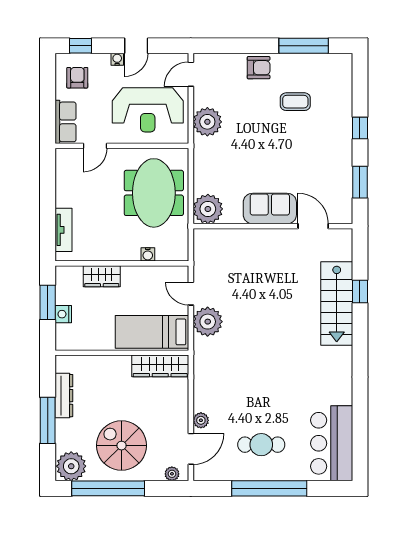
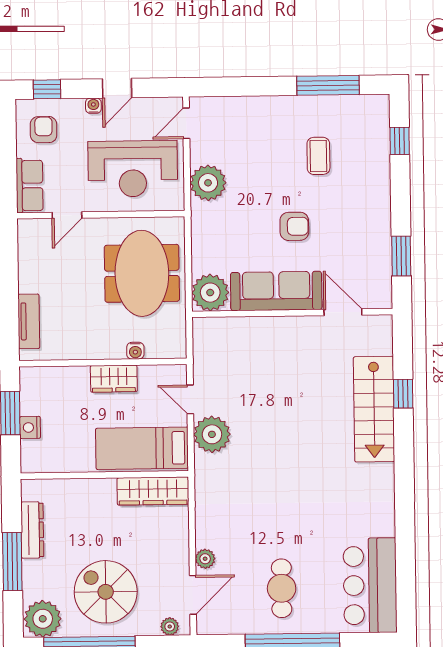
armchair: (259, 68) -> (294, 226), moved
coffee table: (295, 102) -> (318, 156), turned 90
window: (360, 128) -> (400, 141), moved
sofa: (270, 208) -> (276, 291), width x1.36
wardrobe: (102, 276) -> (114, 379), moved
cafe table: (261, 445) -> (282, 588), turned 90

